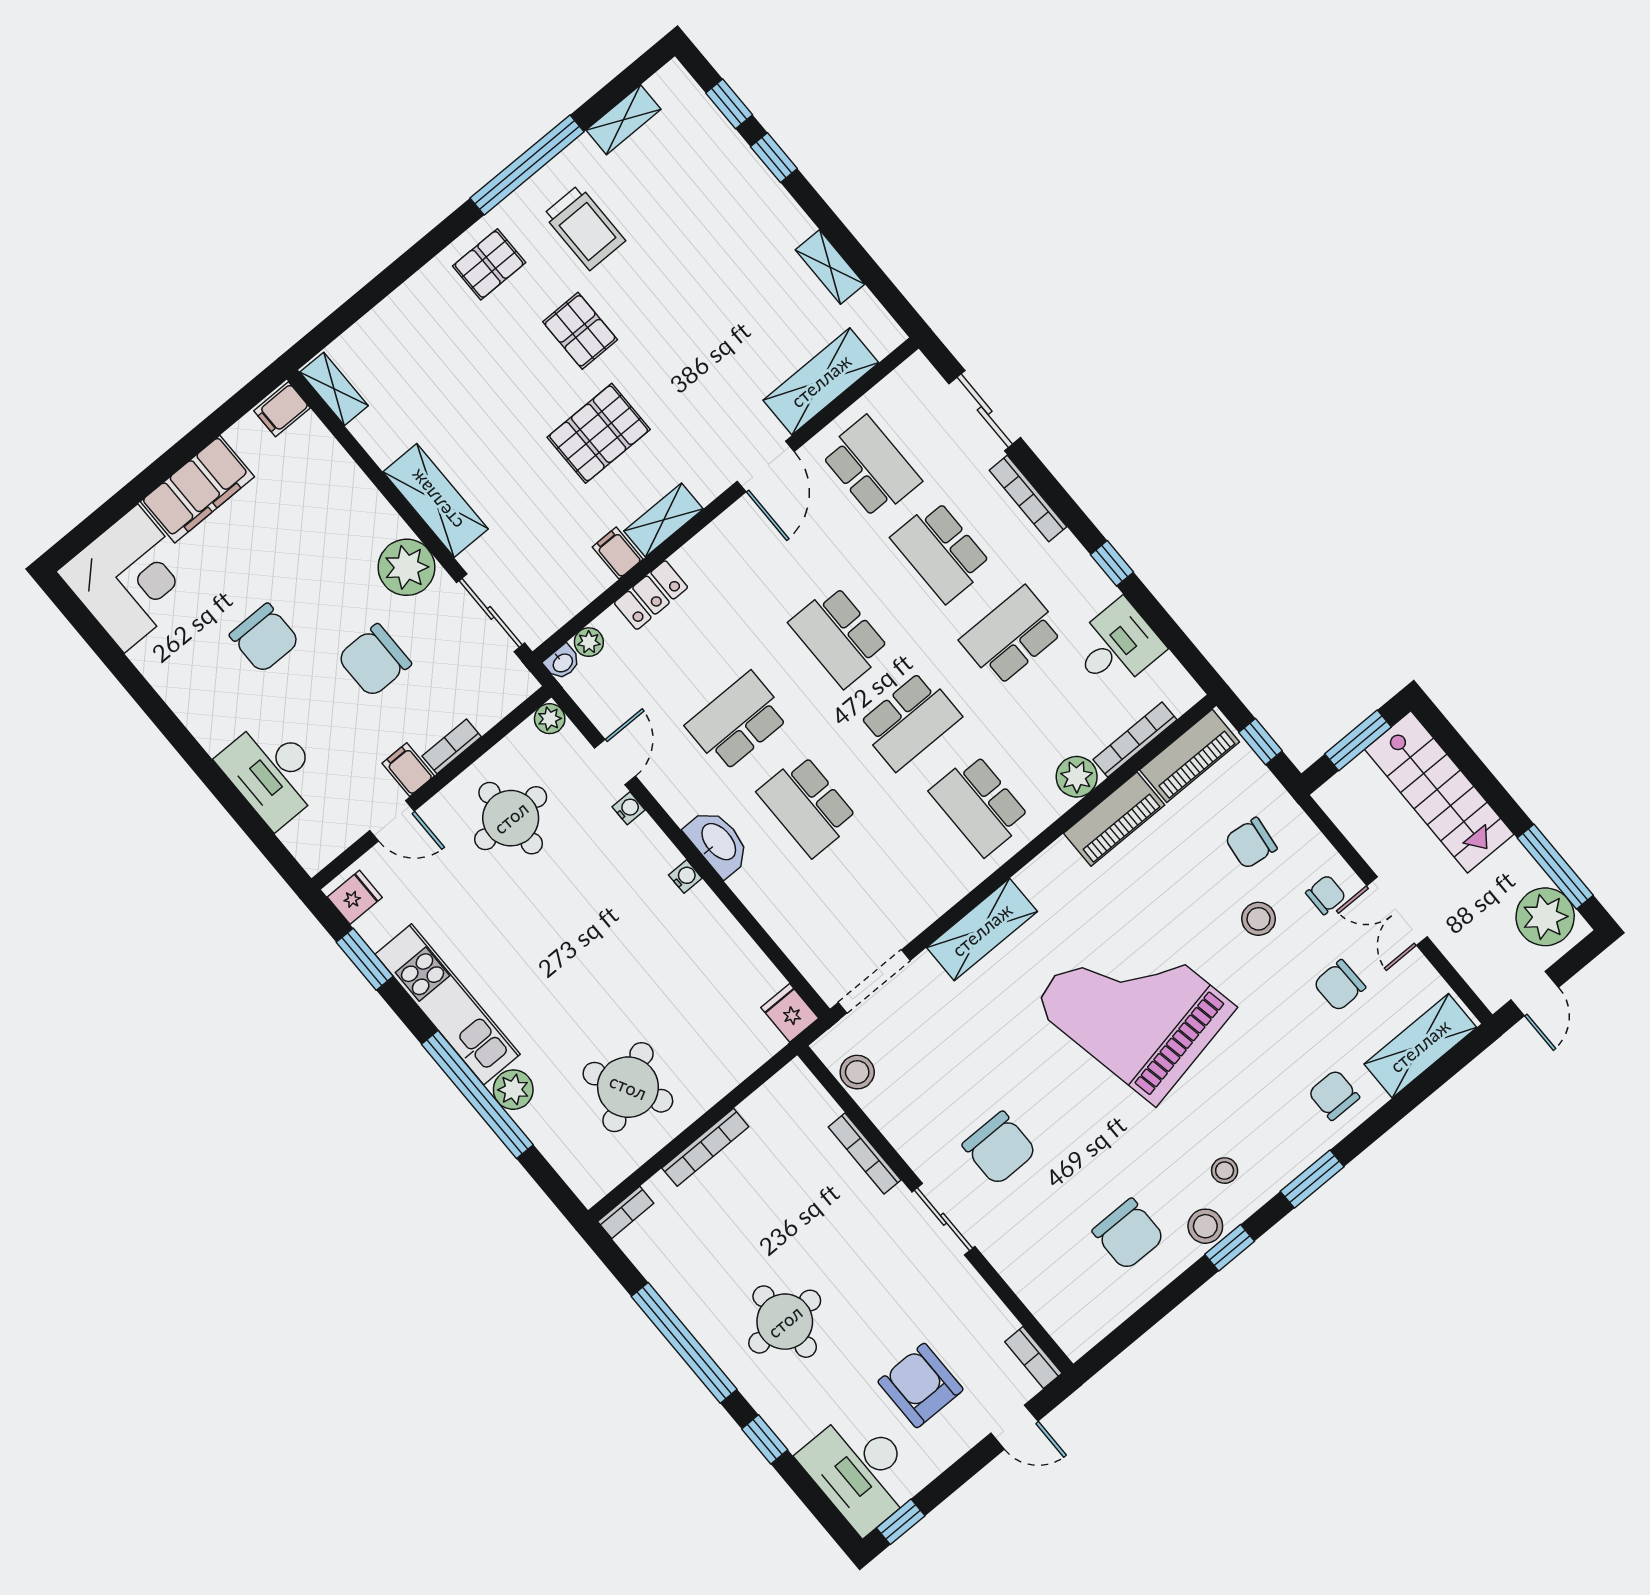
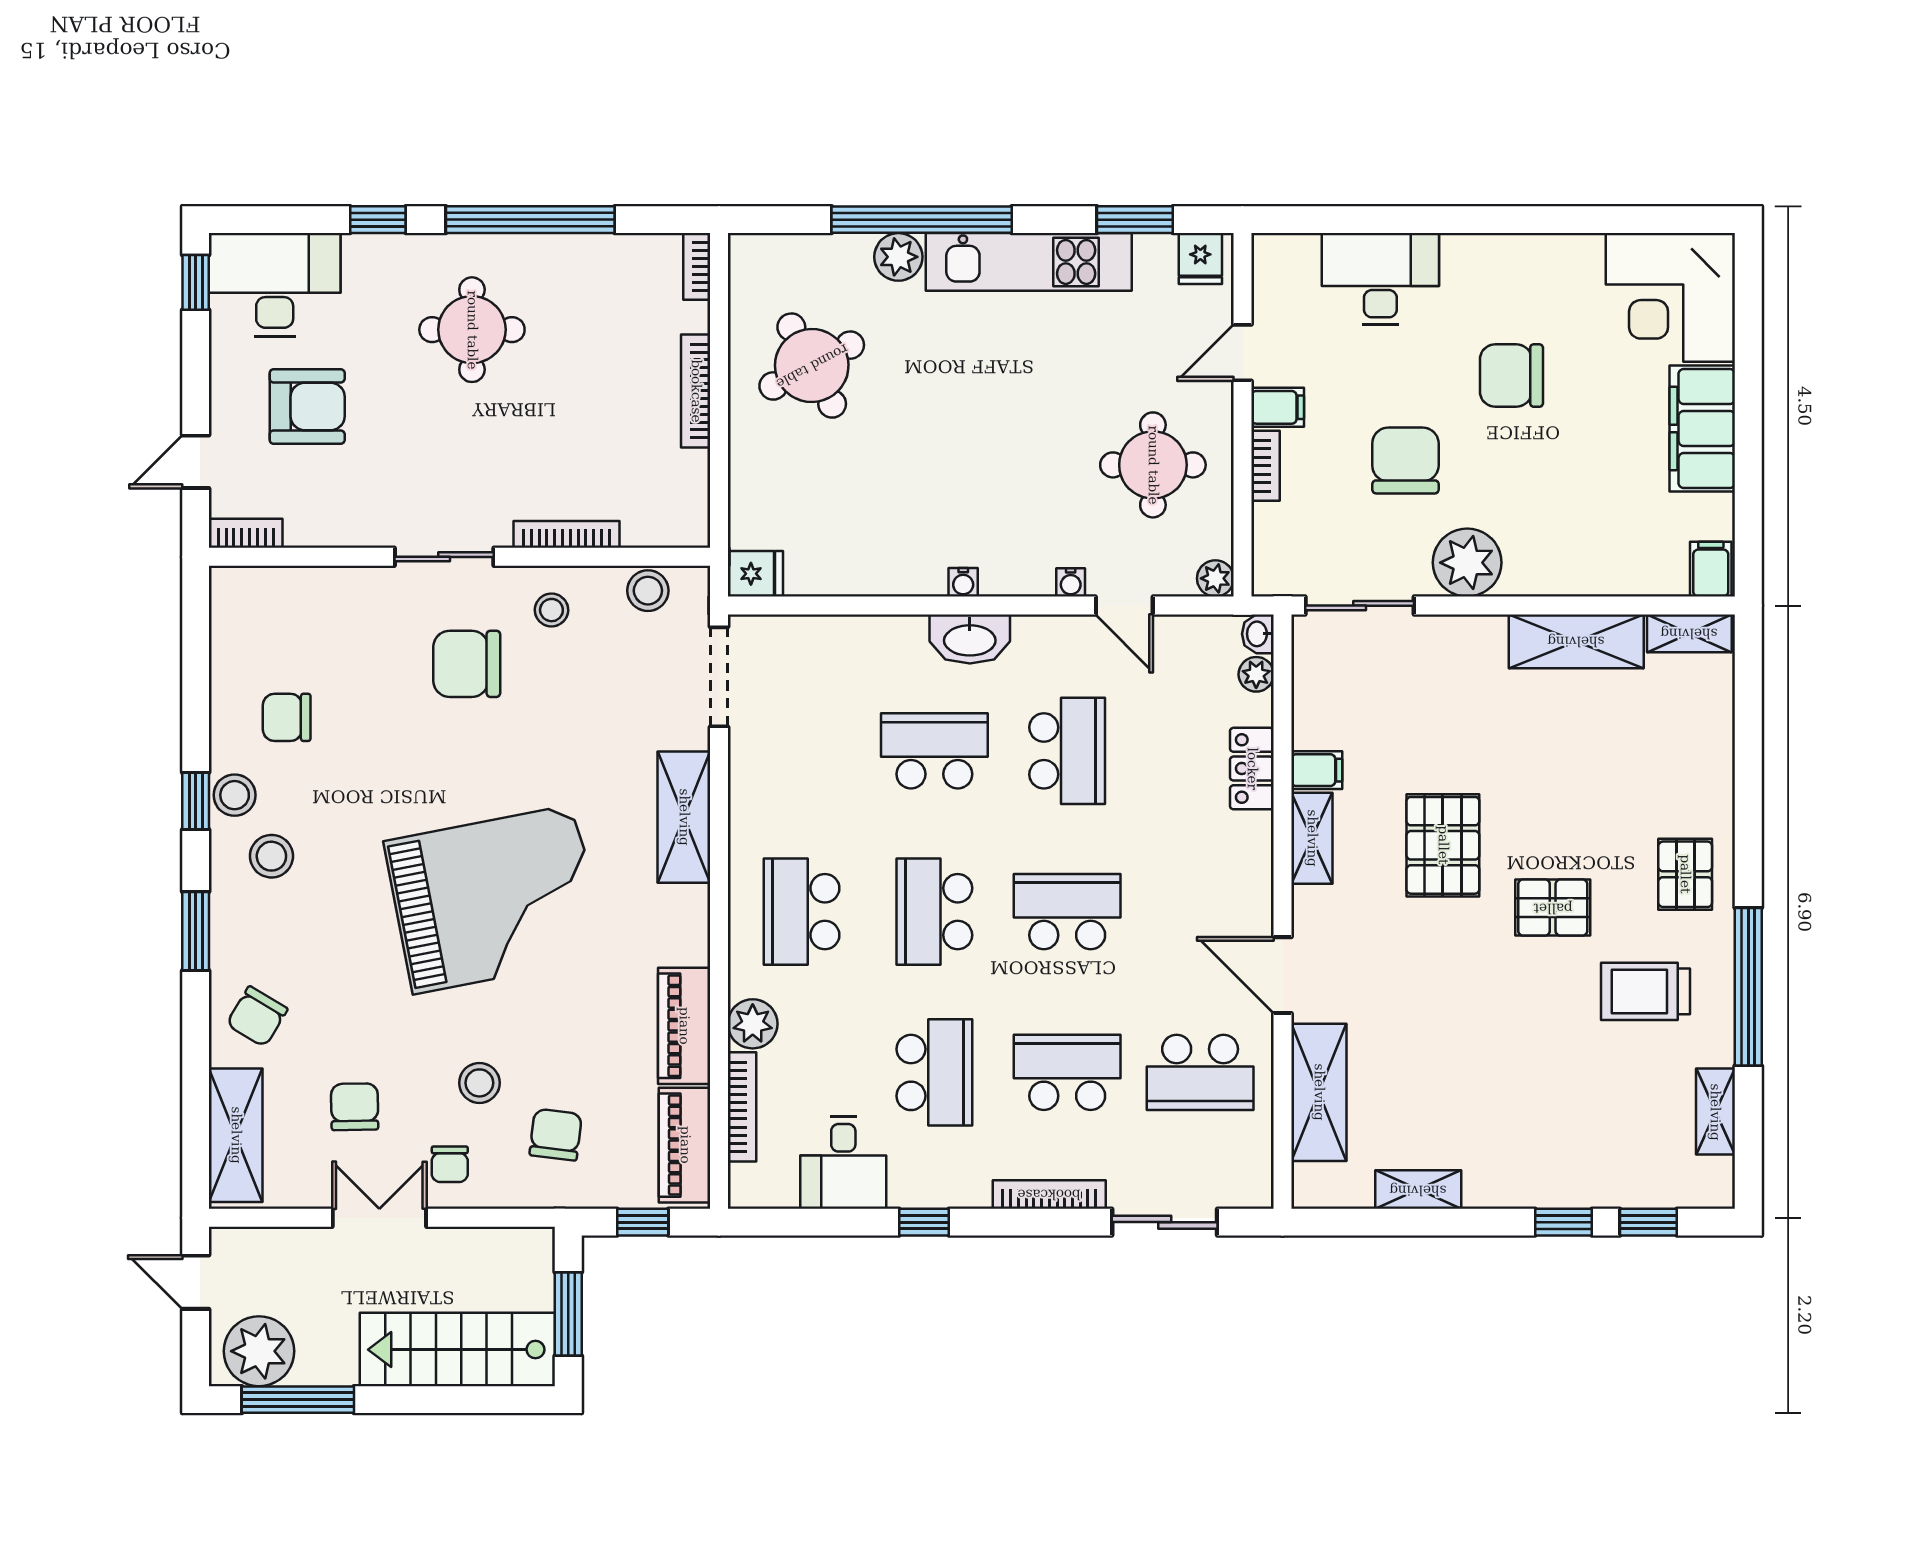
shelving: (436, 500) -> (1576, 641), moved
school desk: (980, 805) -> (802, 912), turned -90
chair: (1334, 1095) -> (257, 1017), turned 121
stool: (920, 1123) -> (551, 610), added
stool: (1225, 1171) -> (271, 856), width x1.37, depth x1.37
chair: (1128, 1234) -> (287, 717), width x0.73, depth x0.73

